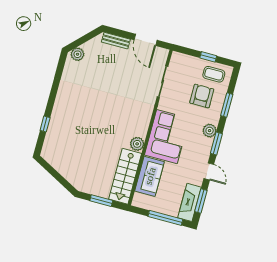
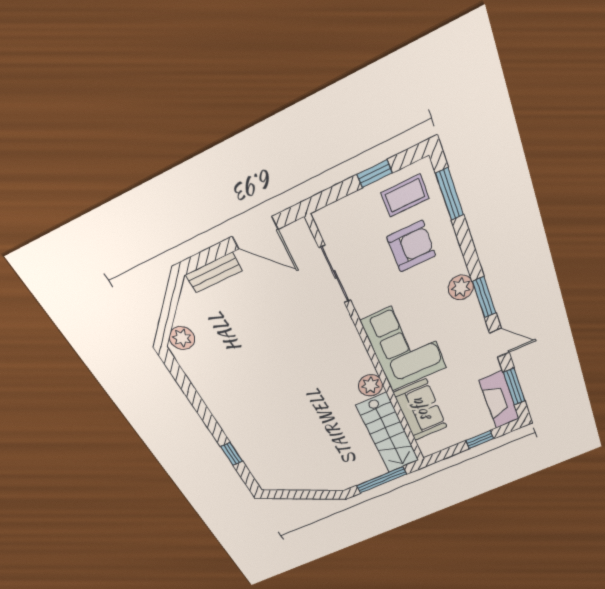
armchair: (202, 96) -> (411, 246), turned 90
window: (227, 105) -> (450, 194), moved
window: (101, 201) -> (382, 480), width x1.44
window: (165, 218) -> (480, 440), width x0.46

